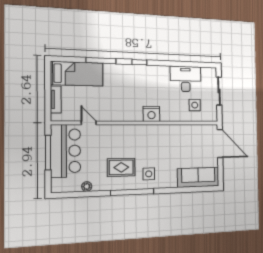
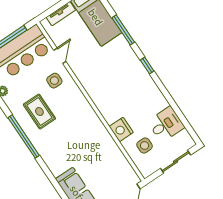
desk: (186, 79) -> (166, 124), width x0.73
nightstand: (151, 114) -> (121, 129), moved
side table: (149, 174) -> (54, 81), moved

